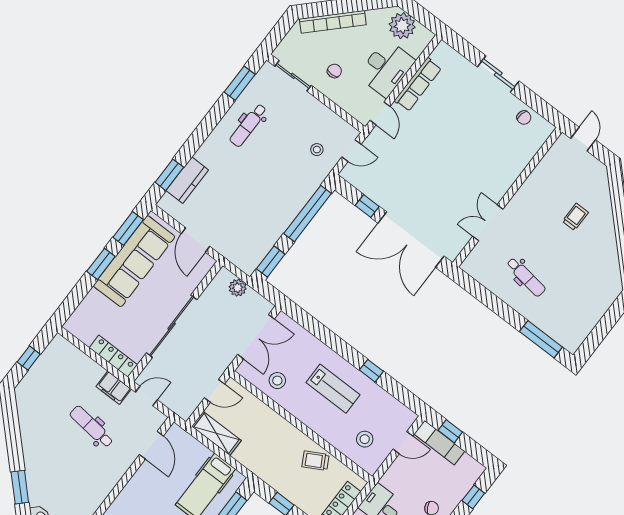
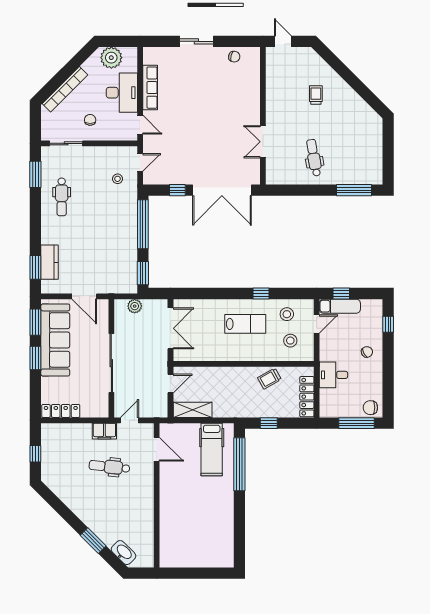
dental chair: (526, 277) -> (314, 158), turned -108
locker: (113, 356) -> (61, 411), moved
stool: (277, 381) -> (287, 314), moved

